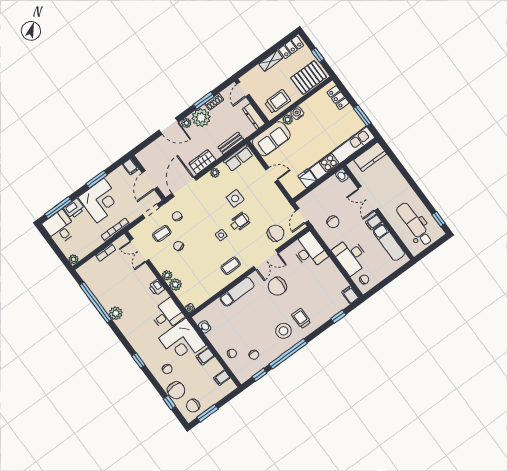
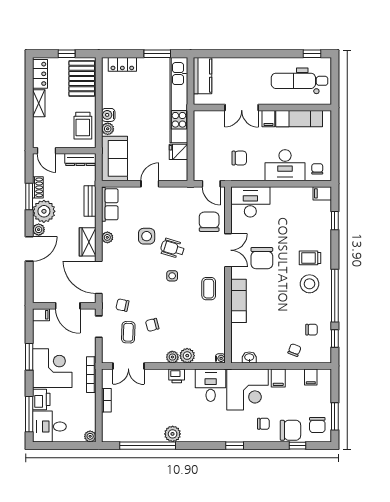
trolley: (278, 101) -> (83, 126), turned 180
washbasin: (342, 175) -> (201, 116), removed
wheelchair: (240, 222) -> (172, 248), turned -73

